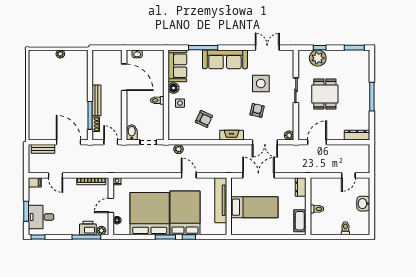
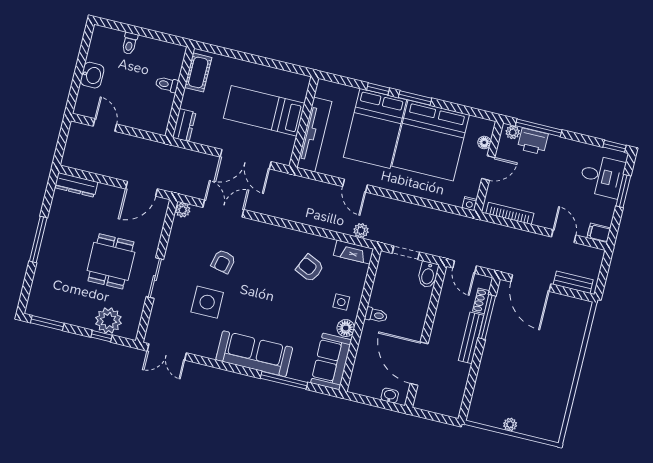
double door: (267, 48) -> (167, 352), moved
fireplace: (232, 135) -> (354, 252), moved
door: (348, 175) -> (105, 125), hinge flipped

